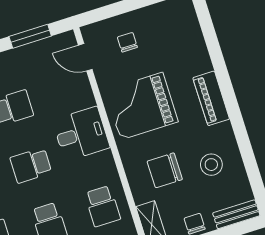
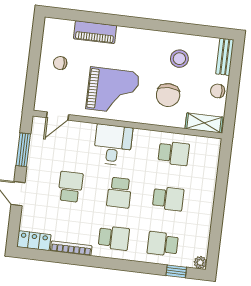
chair: (127, 42) -> (60, 63), moved
piano: (211, 98) -> (95, 32), moved
grand piano: (142, 106) -> (113, 91), turned -90

